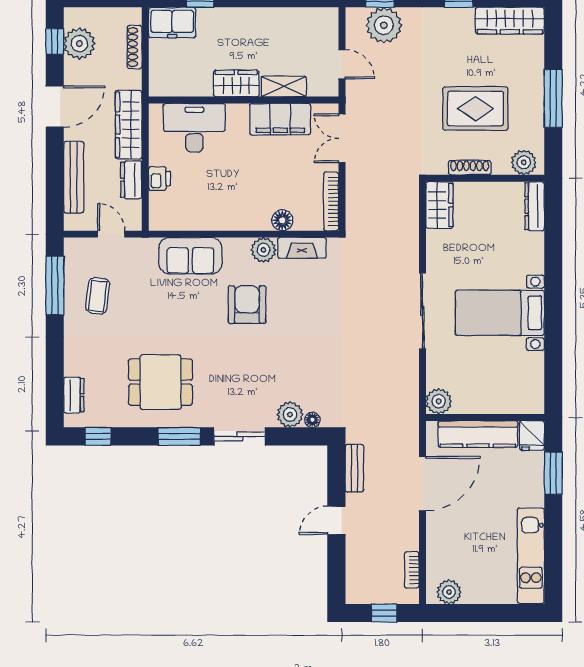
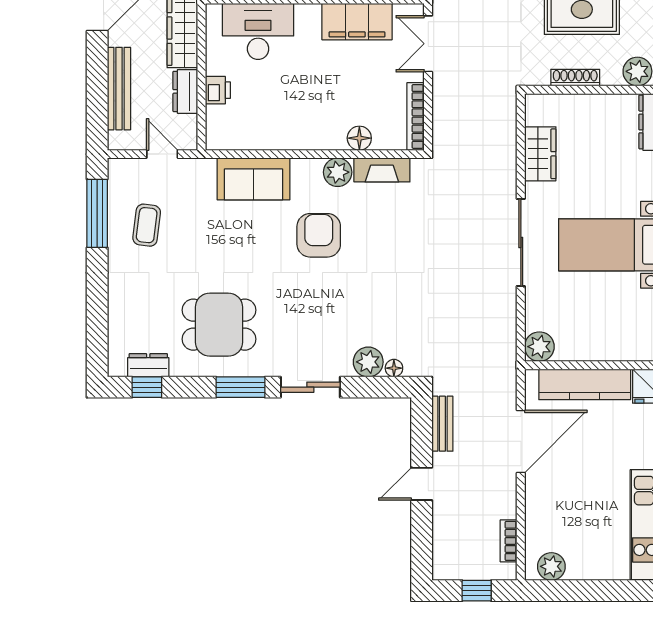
wardrobe: (439, 205) -> (540, 154), moved
dresser: (74, 395) -> (148, 365), moved, turned -90

